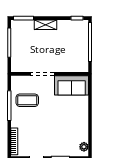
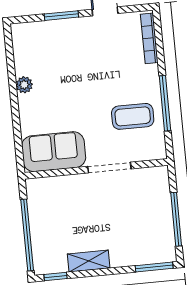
shelving: (45, 25) -> (89, 261), moved
plant: (84, 147) -> (24, 85), moved

